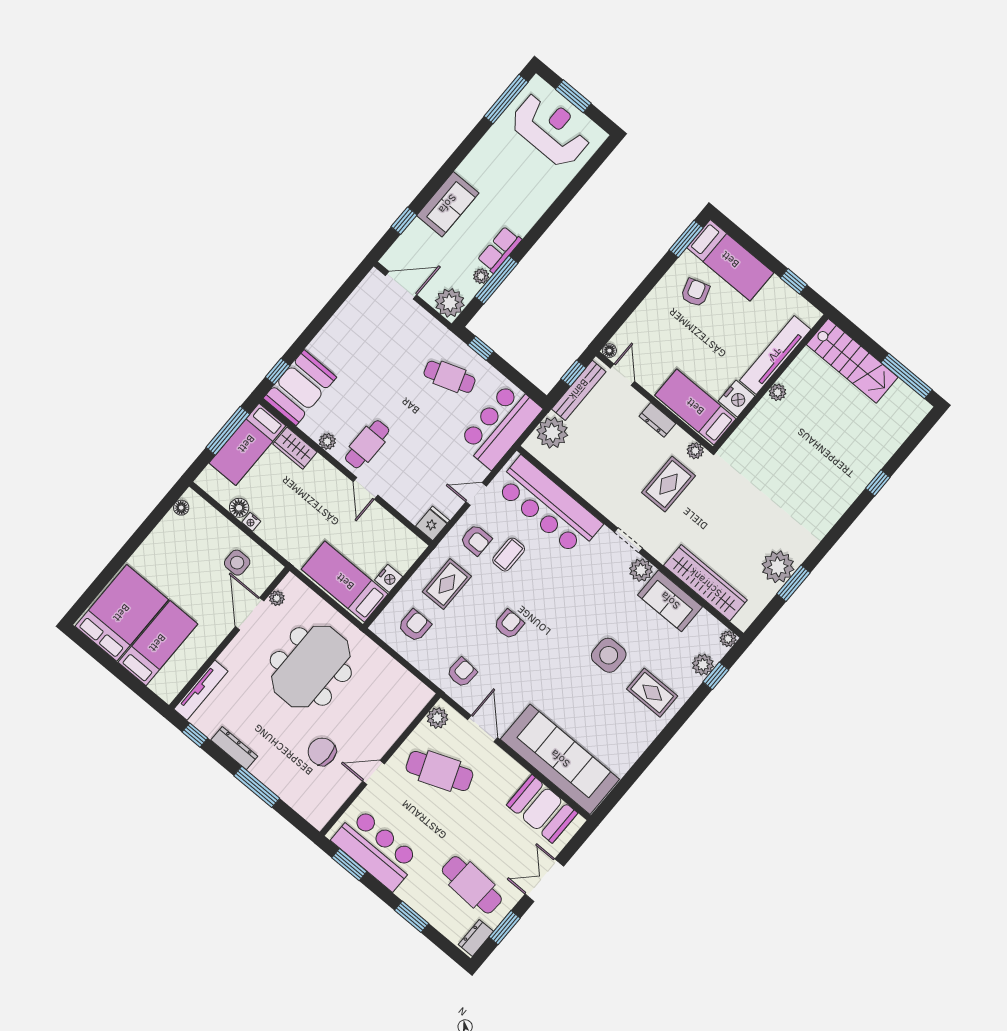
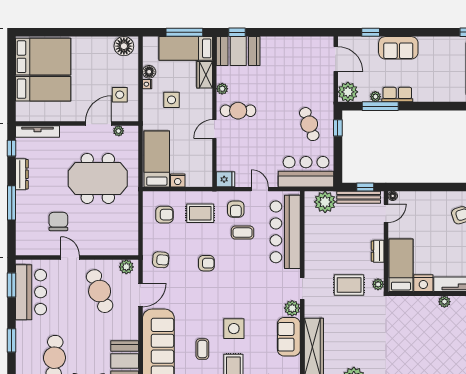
floor lamp: (181, 508) -> (124, 46), width x1.89, depth x1.89
side table: (292, 509) -> (171, 100), added
coffee table: (602, 710) -> (202, 349), added

